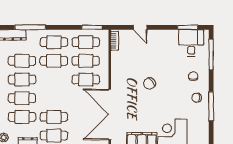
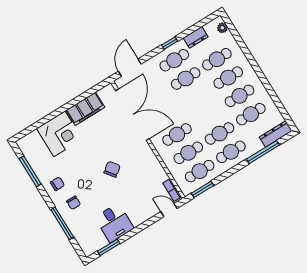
door: (140, 27) -> (169, 210), moved
desk: (191, 43) -> (114, 223), moved
window: (211, 55) -> (62, 223), moved
window: (211, 106) -> (30, 171), moved

